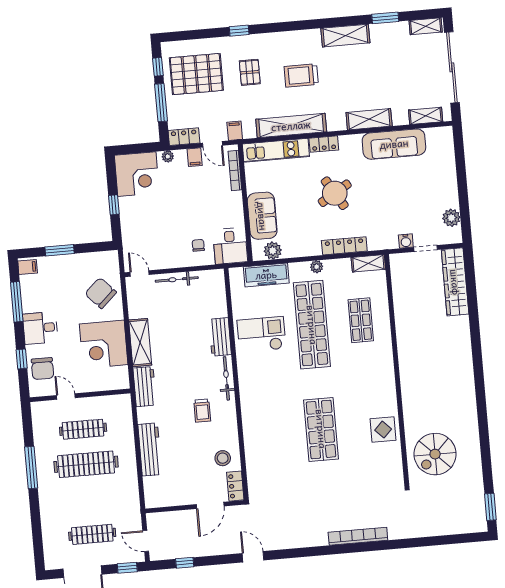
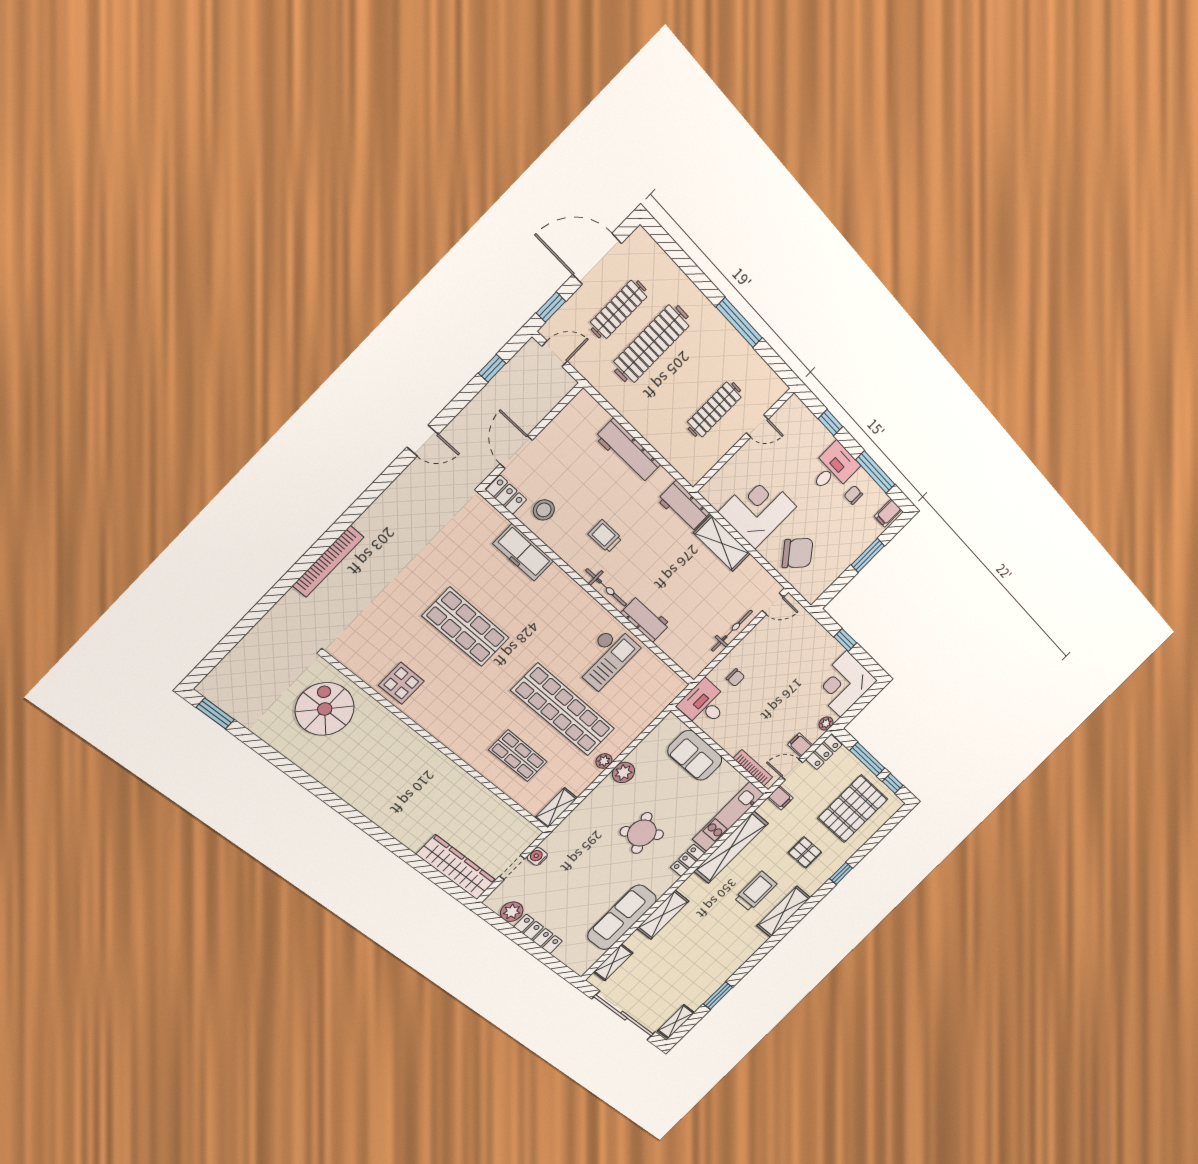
shelving: (345, 36) -> (784, 912), moved
locker: (344, 246) -> (538, 934), moved, turned -90
plant: (273, 251) -> (623, 772), moved
freezer: (266, 275) -> (523, 552), moved, turned -90
chair: (43, 369) -> (853, 495), moved, width x0.54, depth x0.54
clothes rail: (86, 464) -> (651, 344), moved

